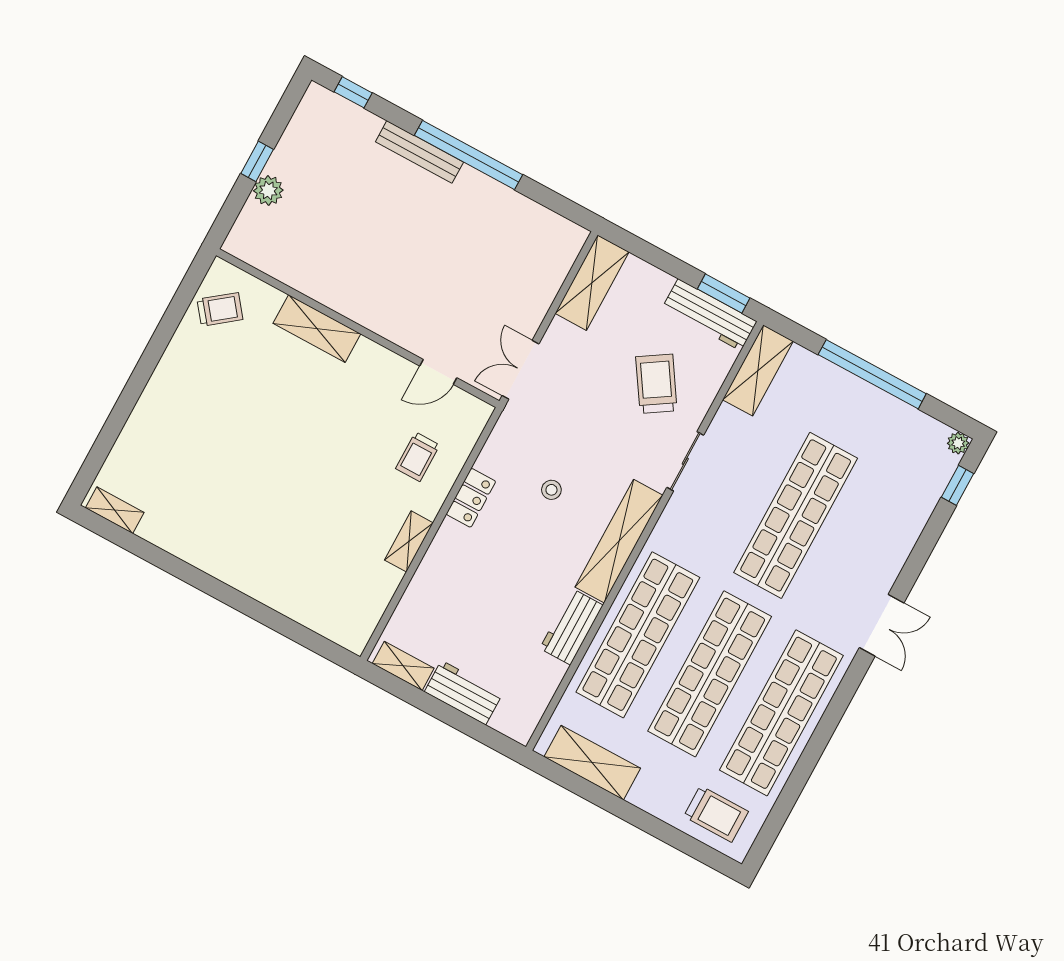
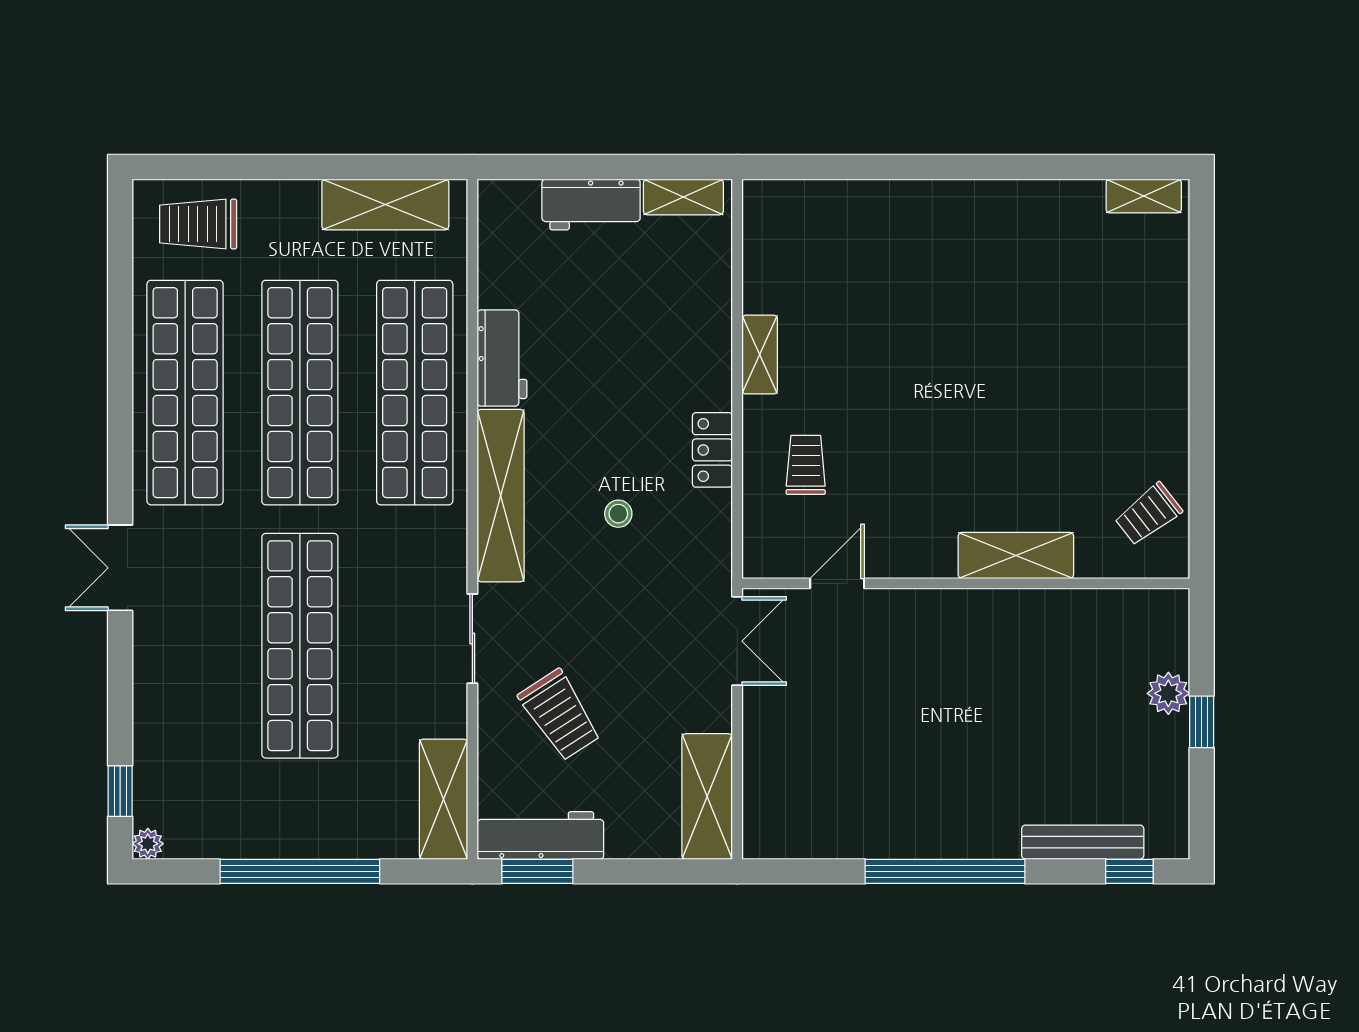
bench: (419, 152) -> (1083, 842), moved

